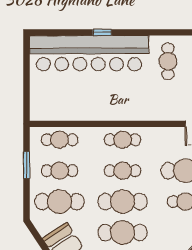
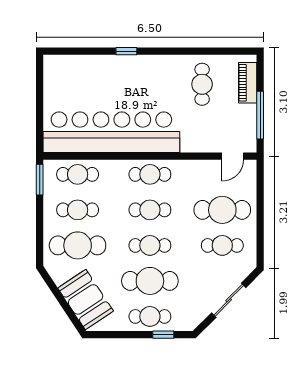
bar counter: (89, 53) -> (111, 132), moved, turned 180
window: (27, 165) -> (40, 180), moved
cafe table: (123, 202) -> (150, 245), width x0.73, depth x0.74

